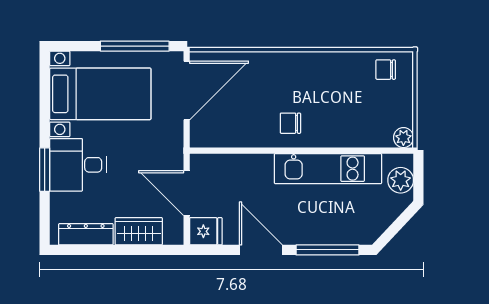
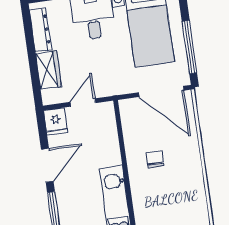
chair: (290, 123) -> (155, 159), moved
door: (187, 193) -> (83, 102), width x0.73

